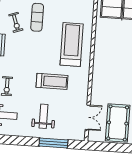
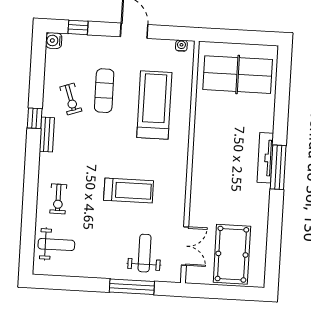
treadmill: (72, 44) -> (154, 105), moved
weight bench: (44, 116) -> (145, 253), moved

